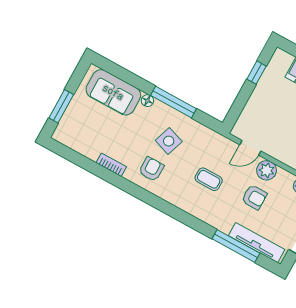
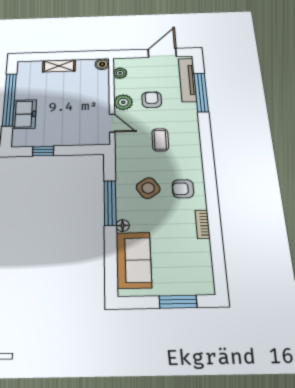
side table: (169, 141) -> (148, 188), turned 37

